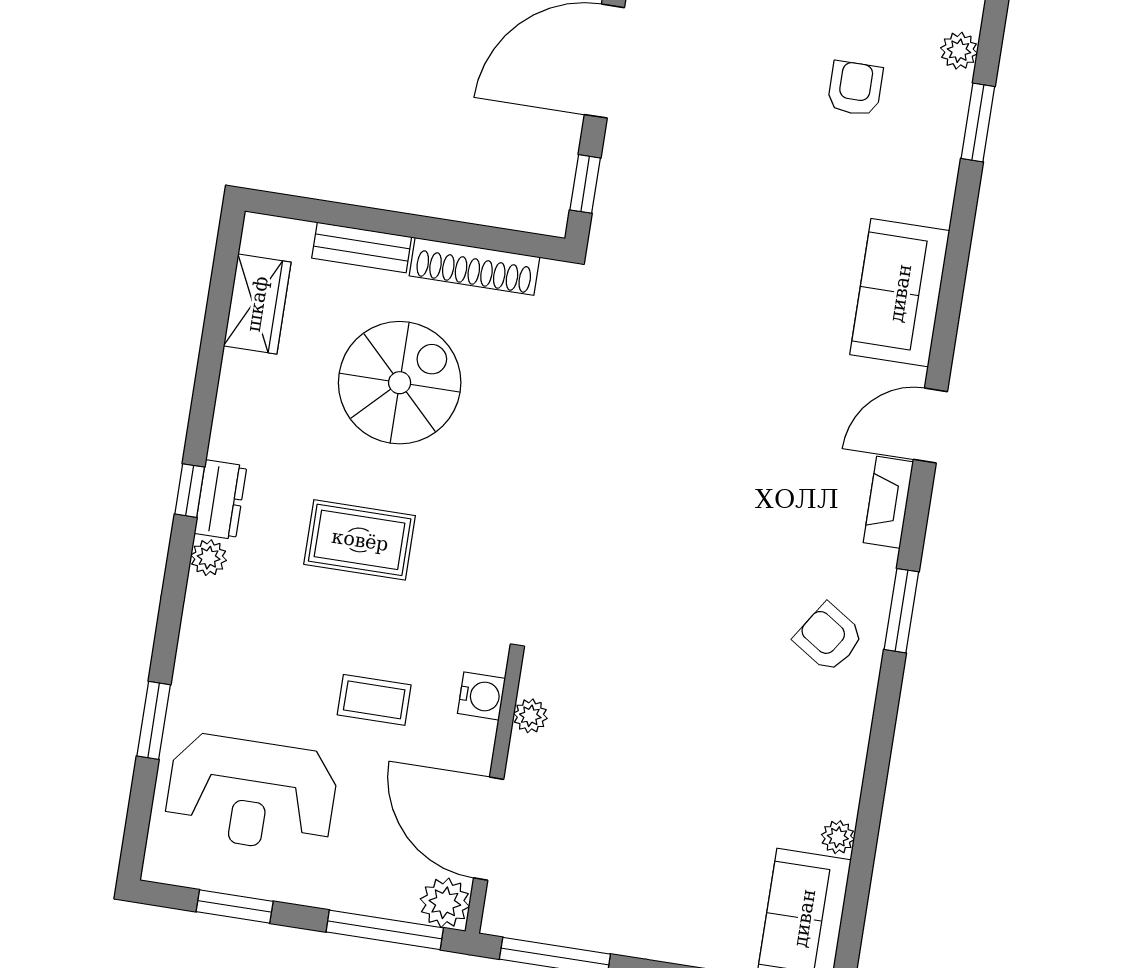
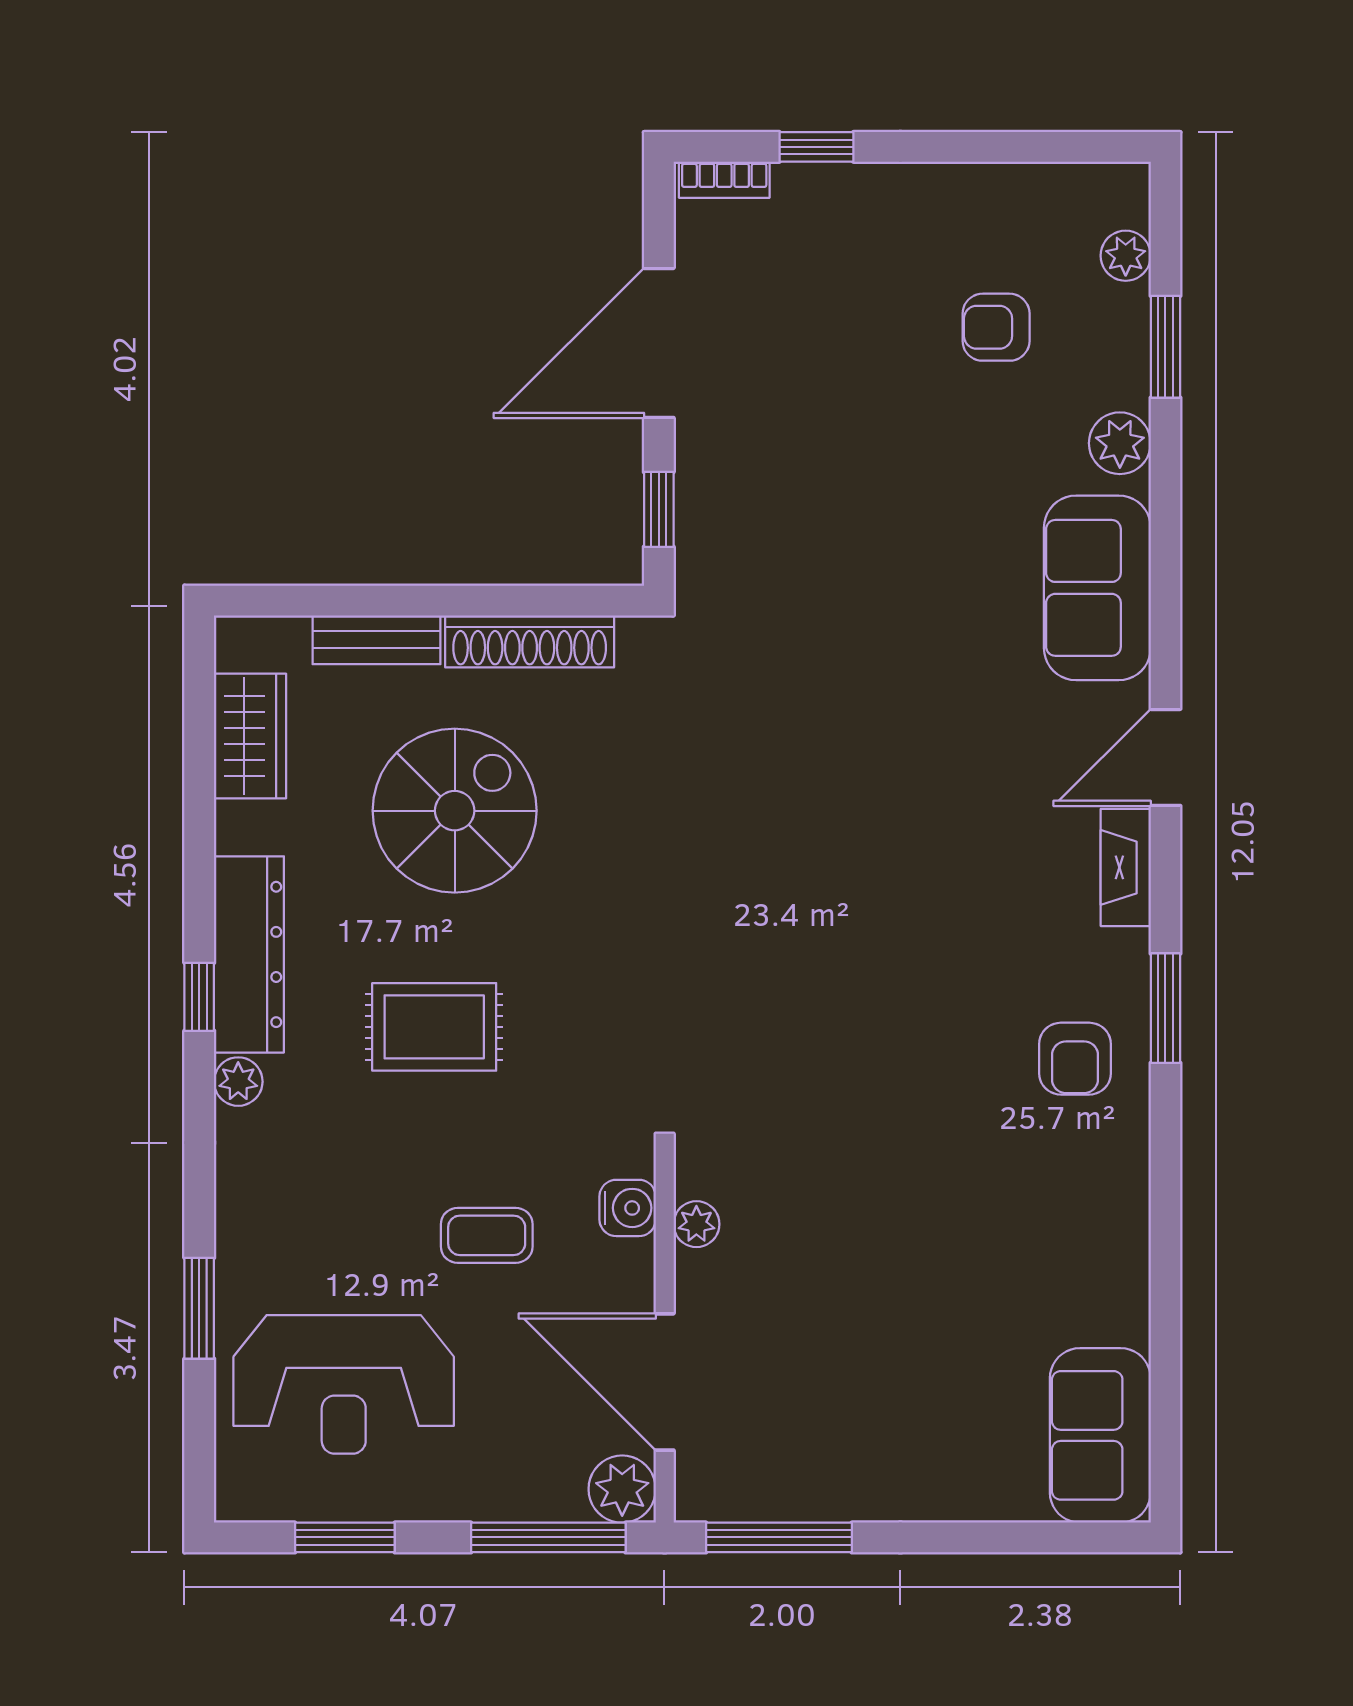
armchair: (855, 88) -> (996, 327), turned -90
dresser: (221, 500) -> (249, 954), width x1.96, depth x1.24
armchair: (829, 637) -> (1075, 1059), turned -123
plant: (838, 837) -> (1120, 443), moved, width x1.38, depth x1.38

